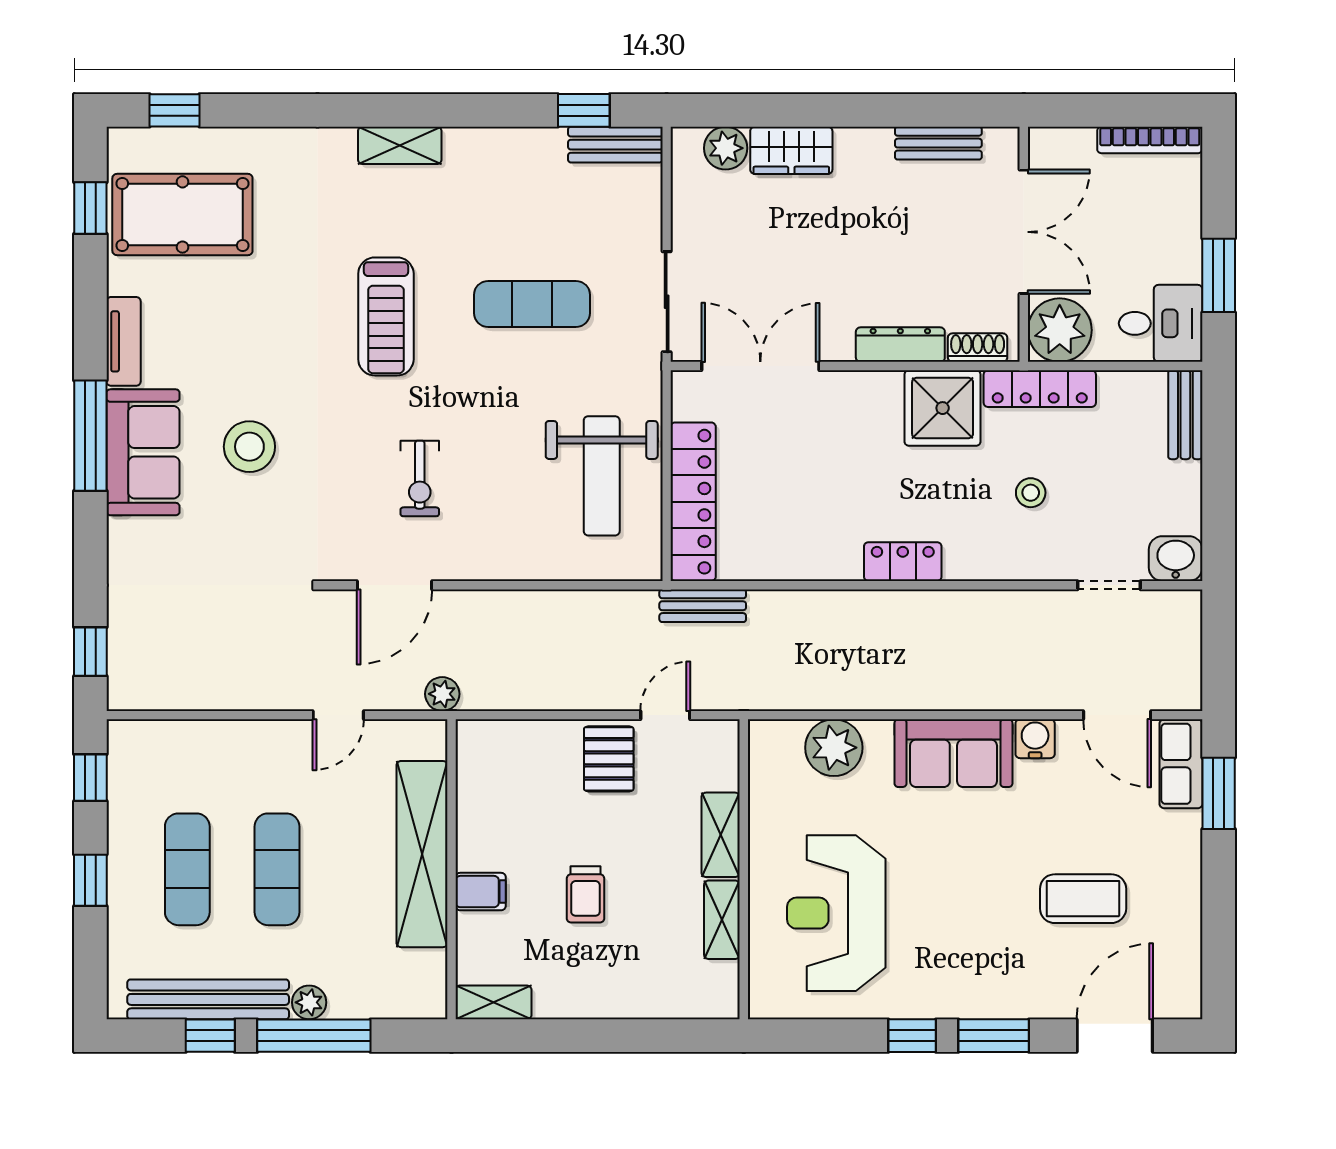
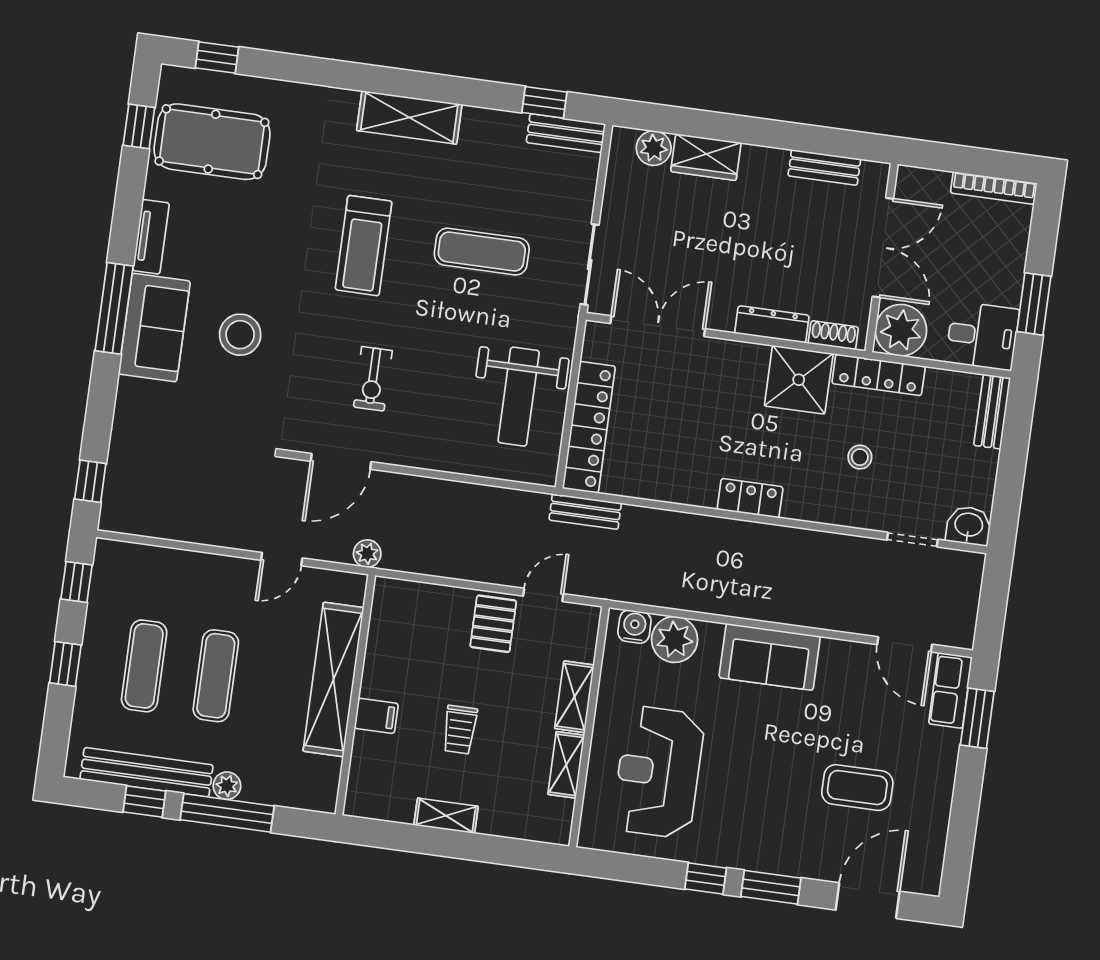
shelving: (400, 145) -> (409, 117), width x1.50, depth x1.33
water cooler: (1035, 739) -> (634, 627), moved
shelving: (493, 1002) -> (446, 816), moved

